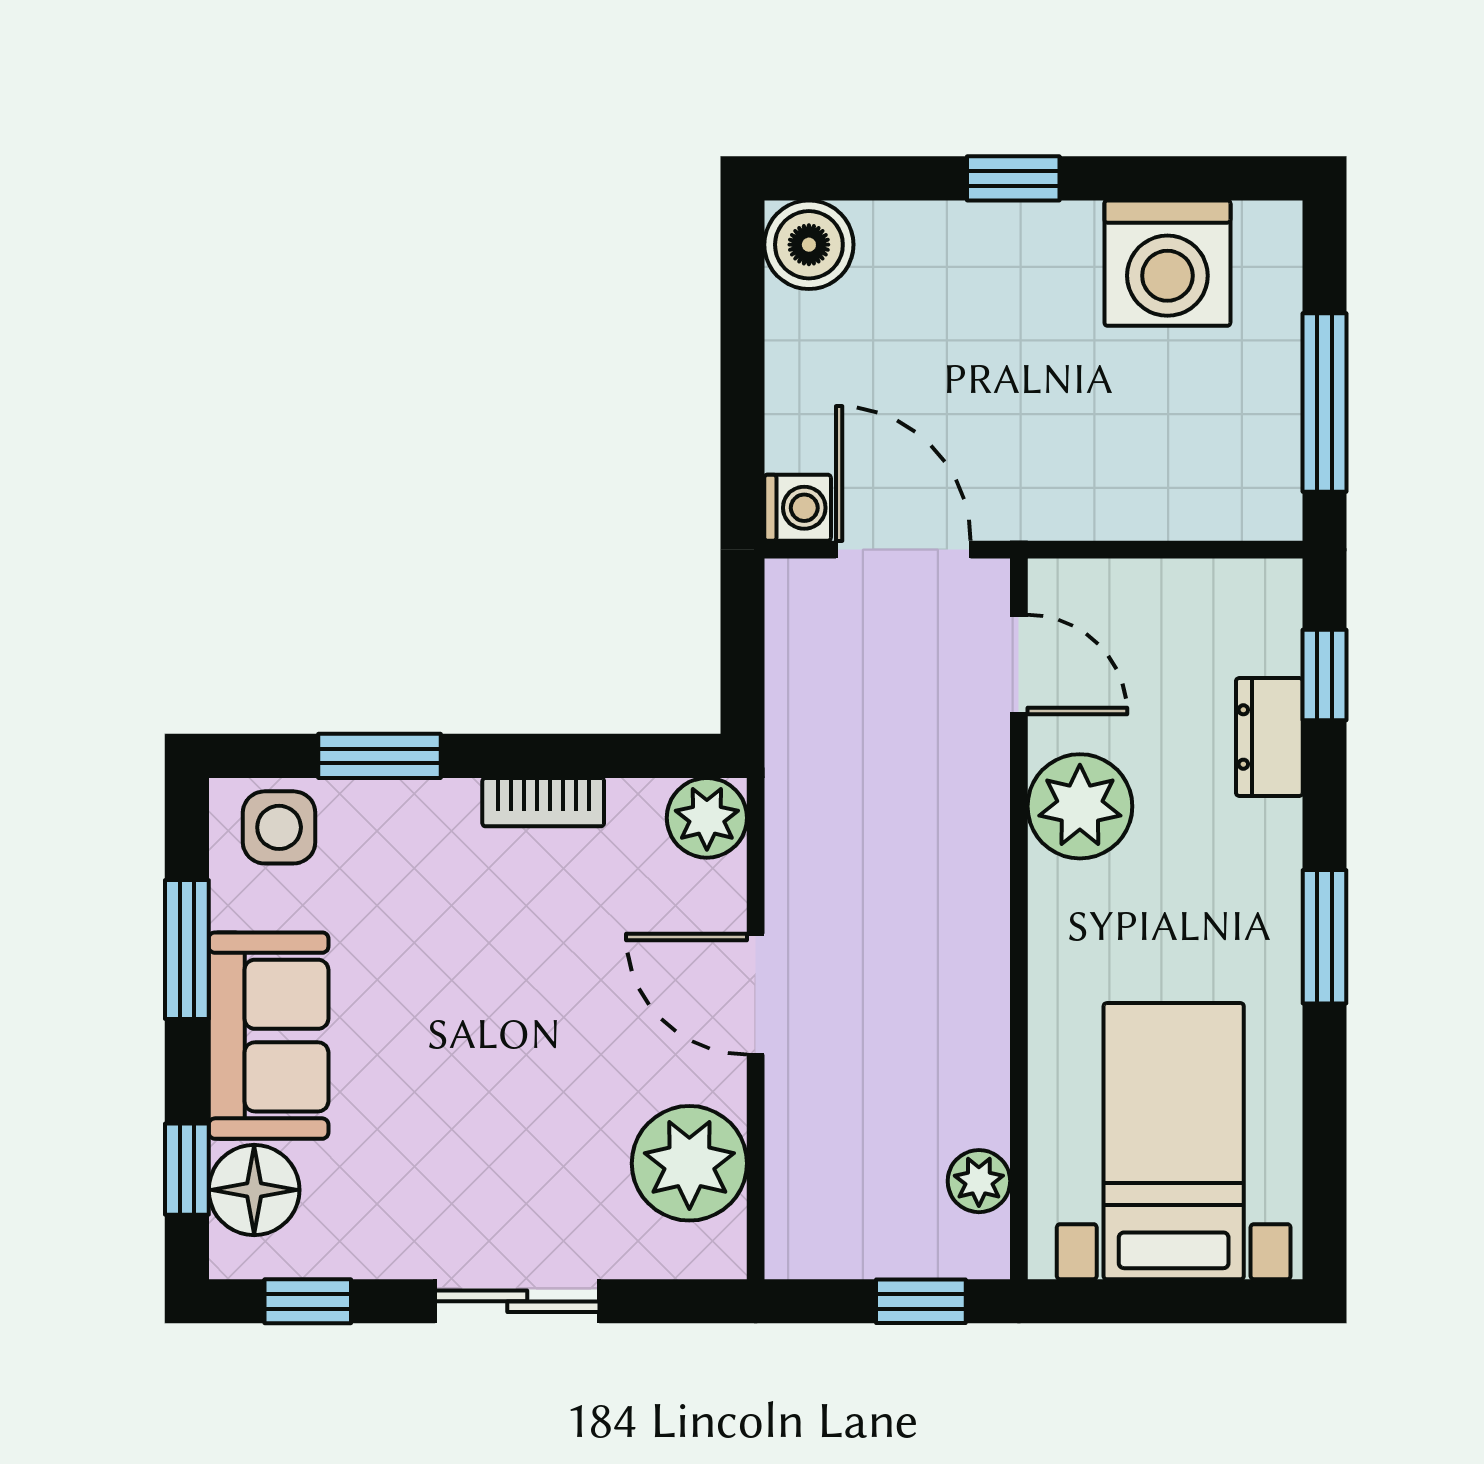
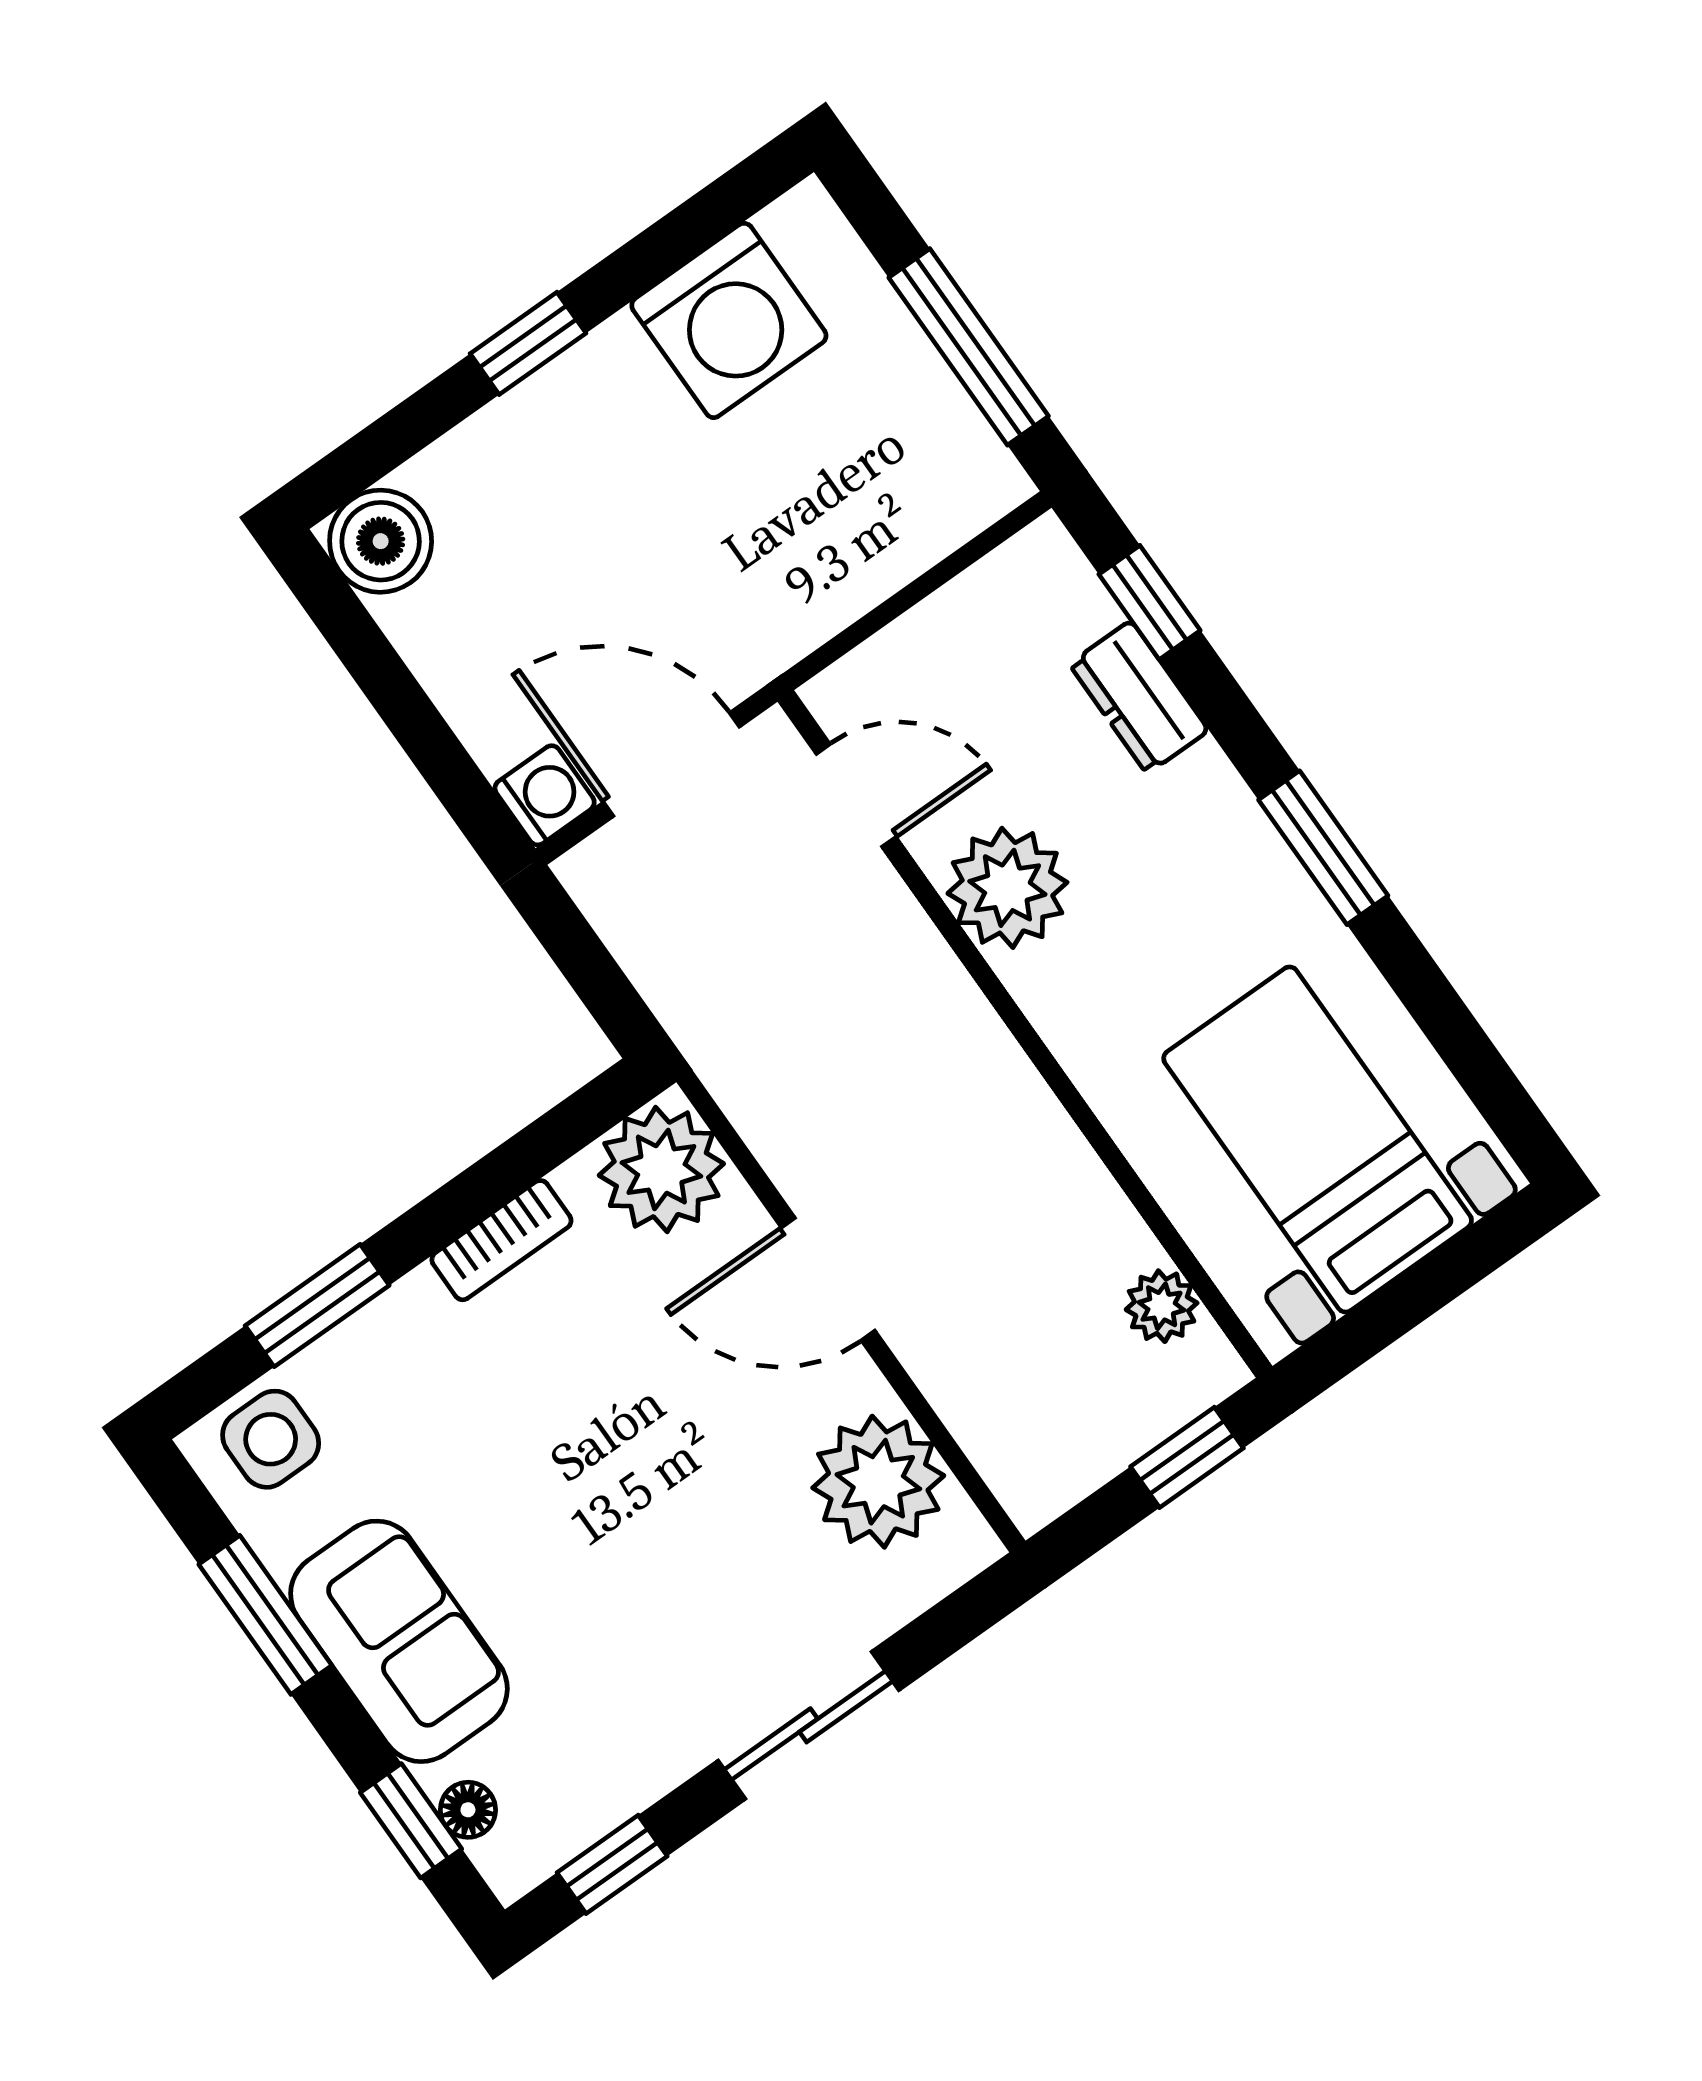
plant: (707, 818) -> (661, 1169), width x1.36, depth x1.36
floor lamp: (254, 1190) -> (468, 1810), width x0.53, depth x0.53

